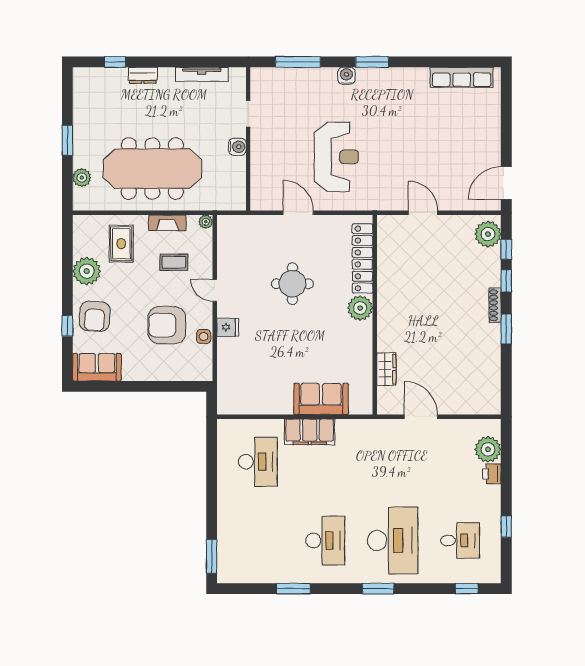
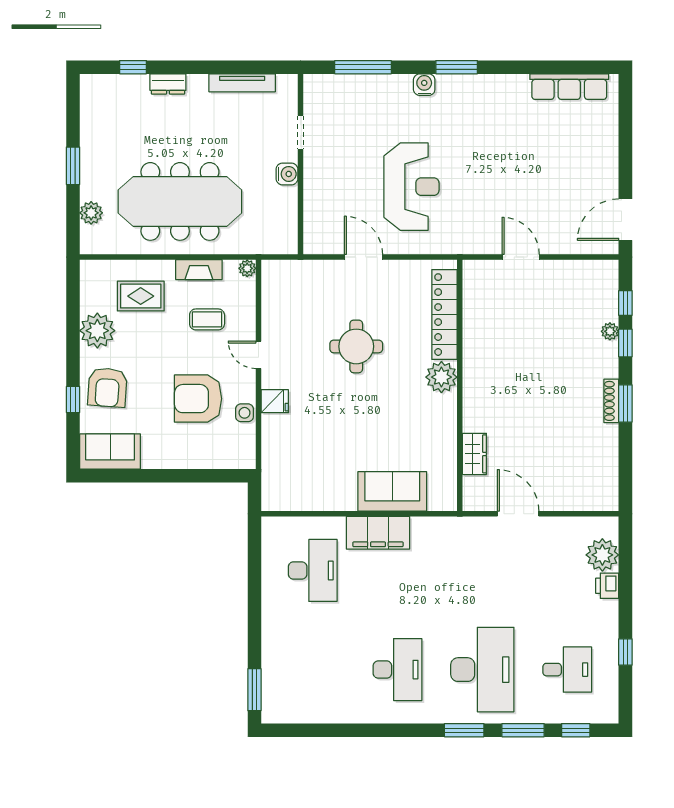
plant: (488, 234) -> (610, 331), moved, width x0.53, depth x0.53
rug: (121, 244) -> (141, 296), turned 90
shoe rack: (495, 305) -> (611, 401), moved
window: (293, 589) -> (523, 730), moved

